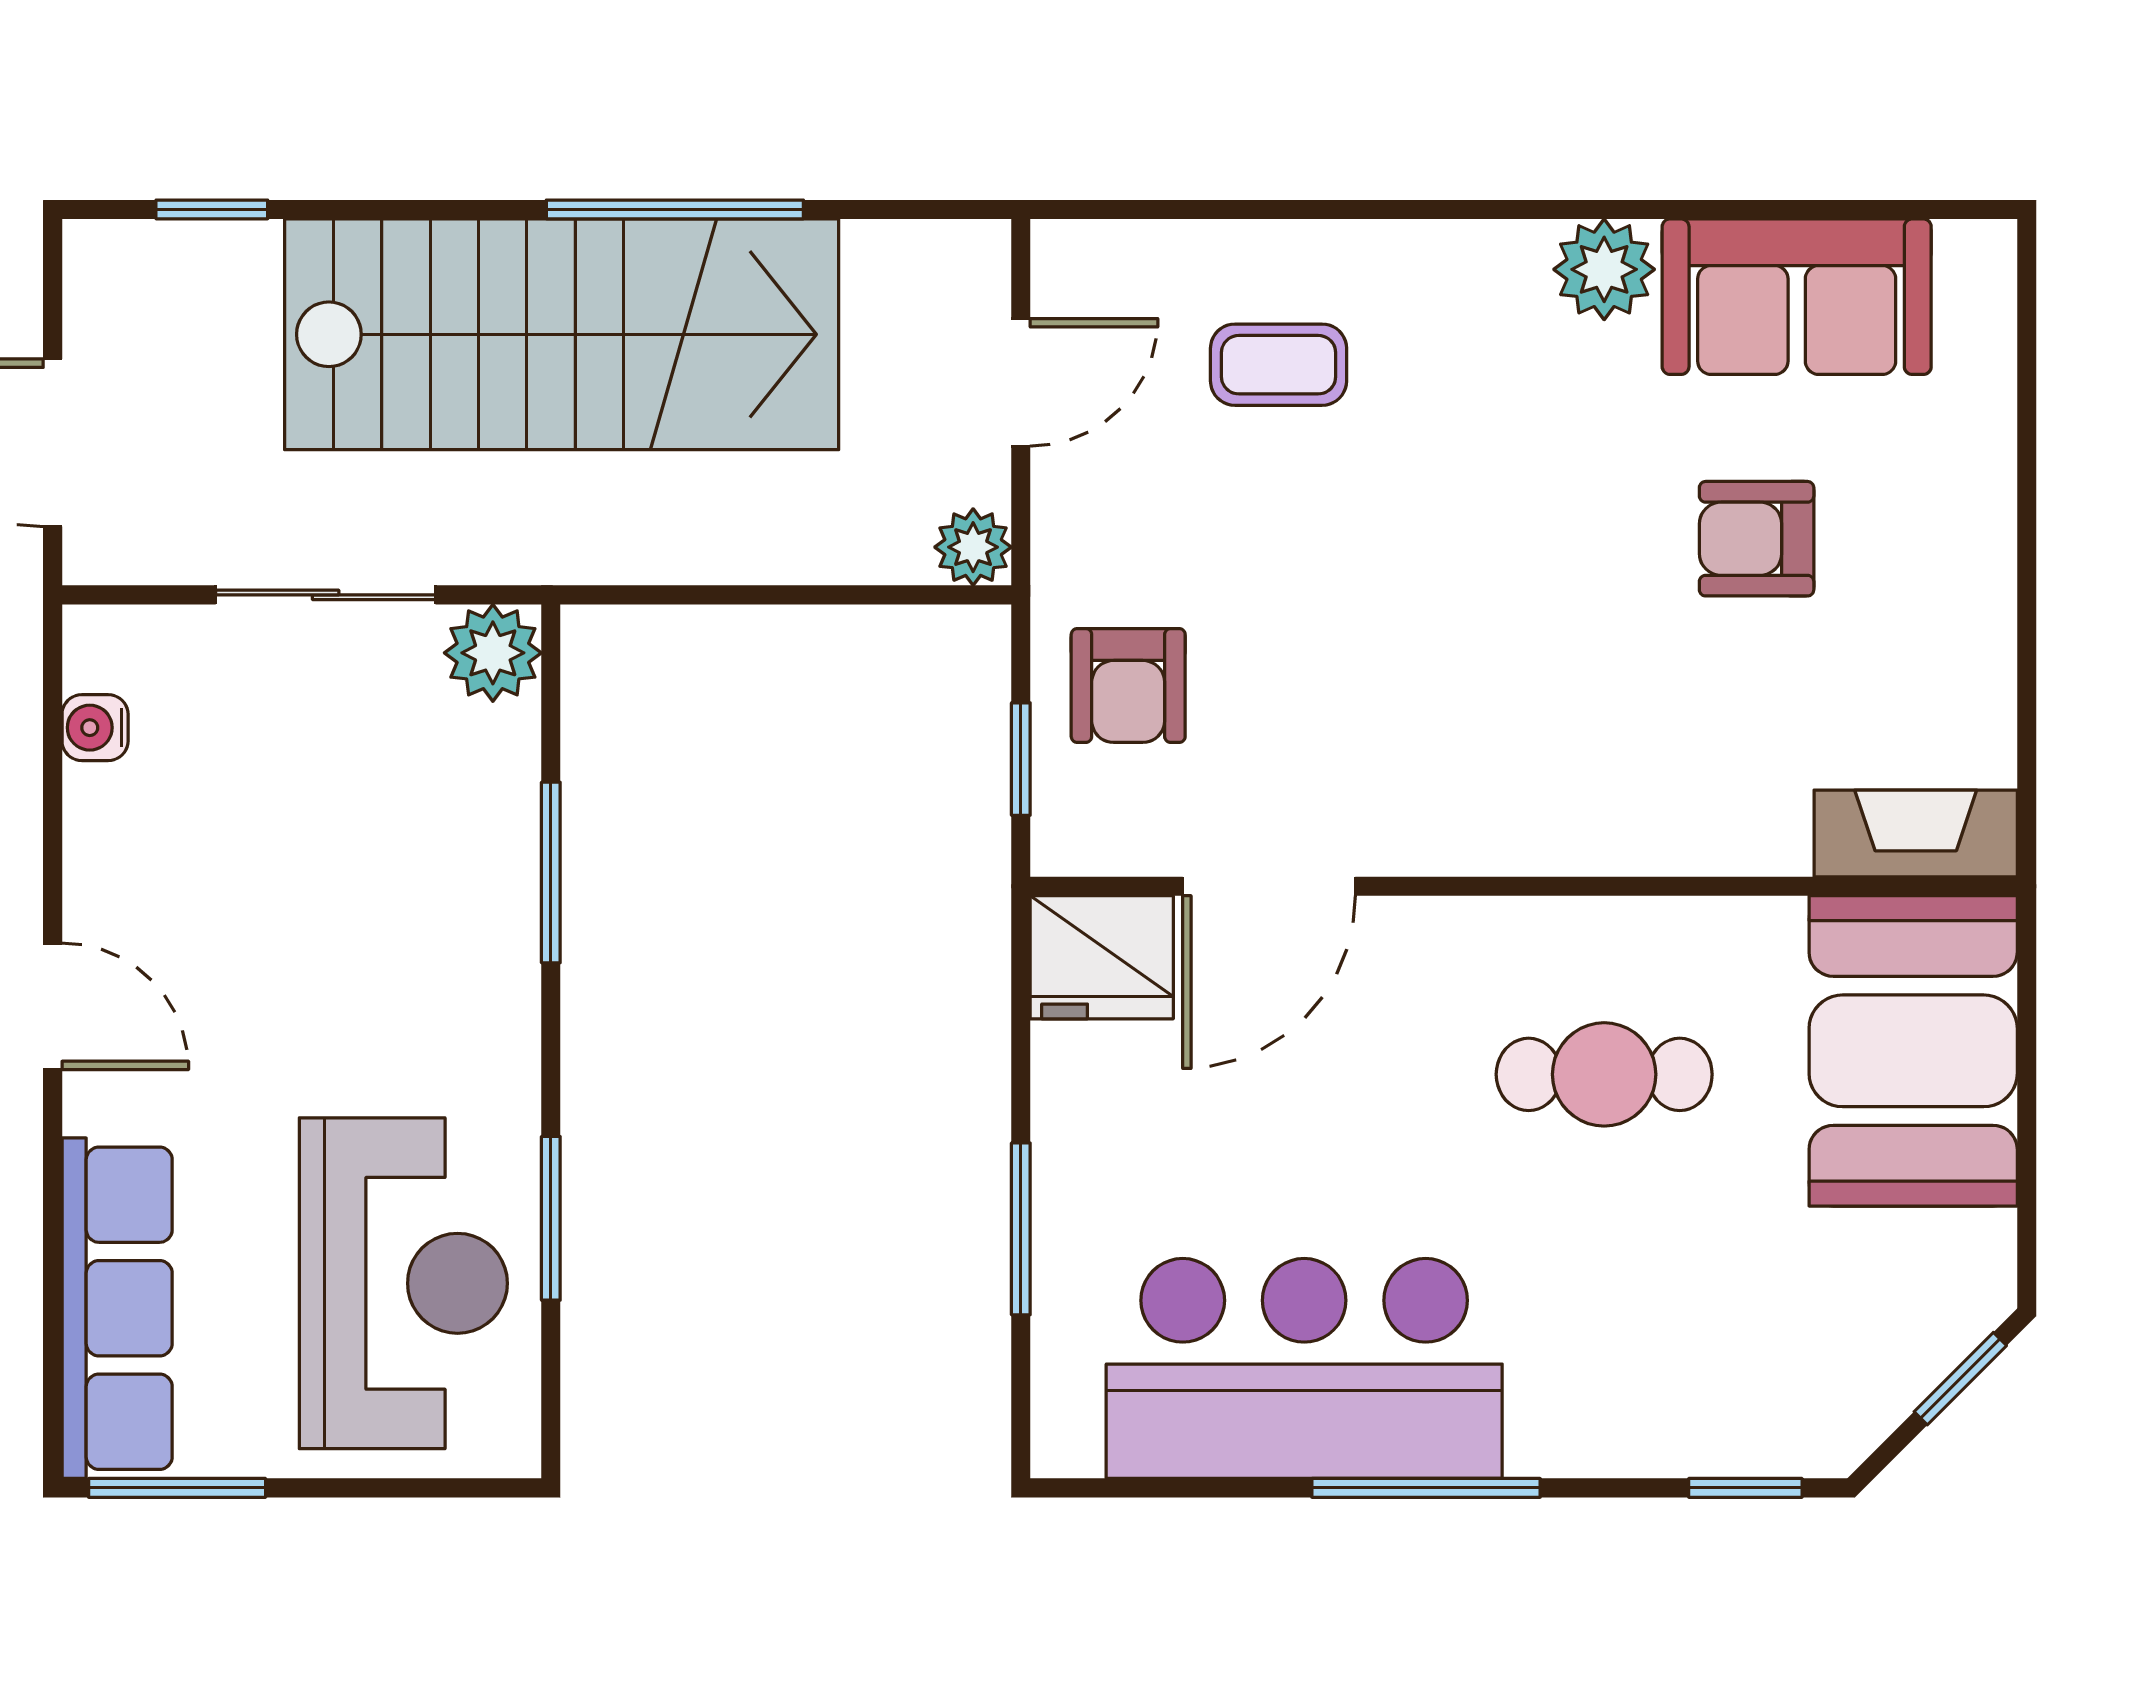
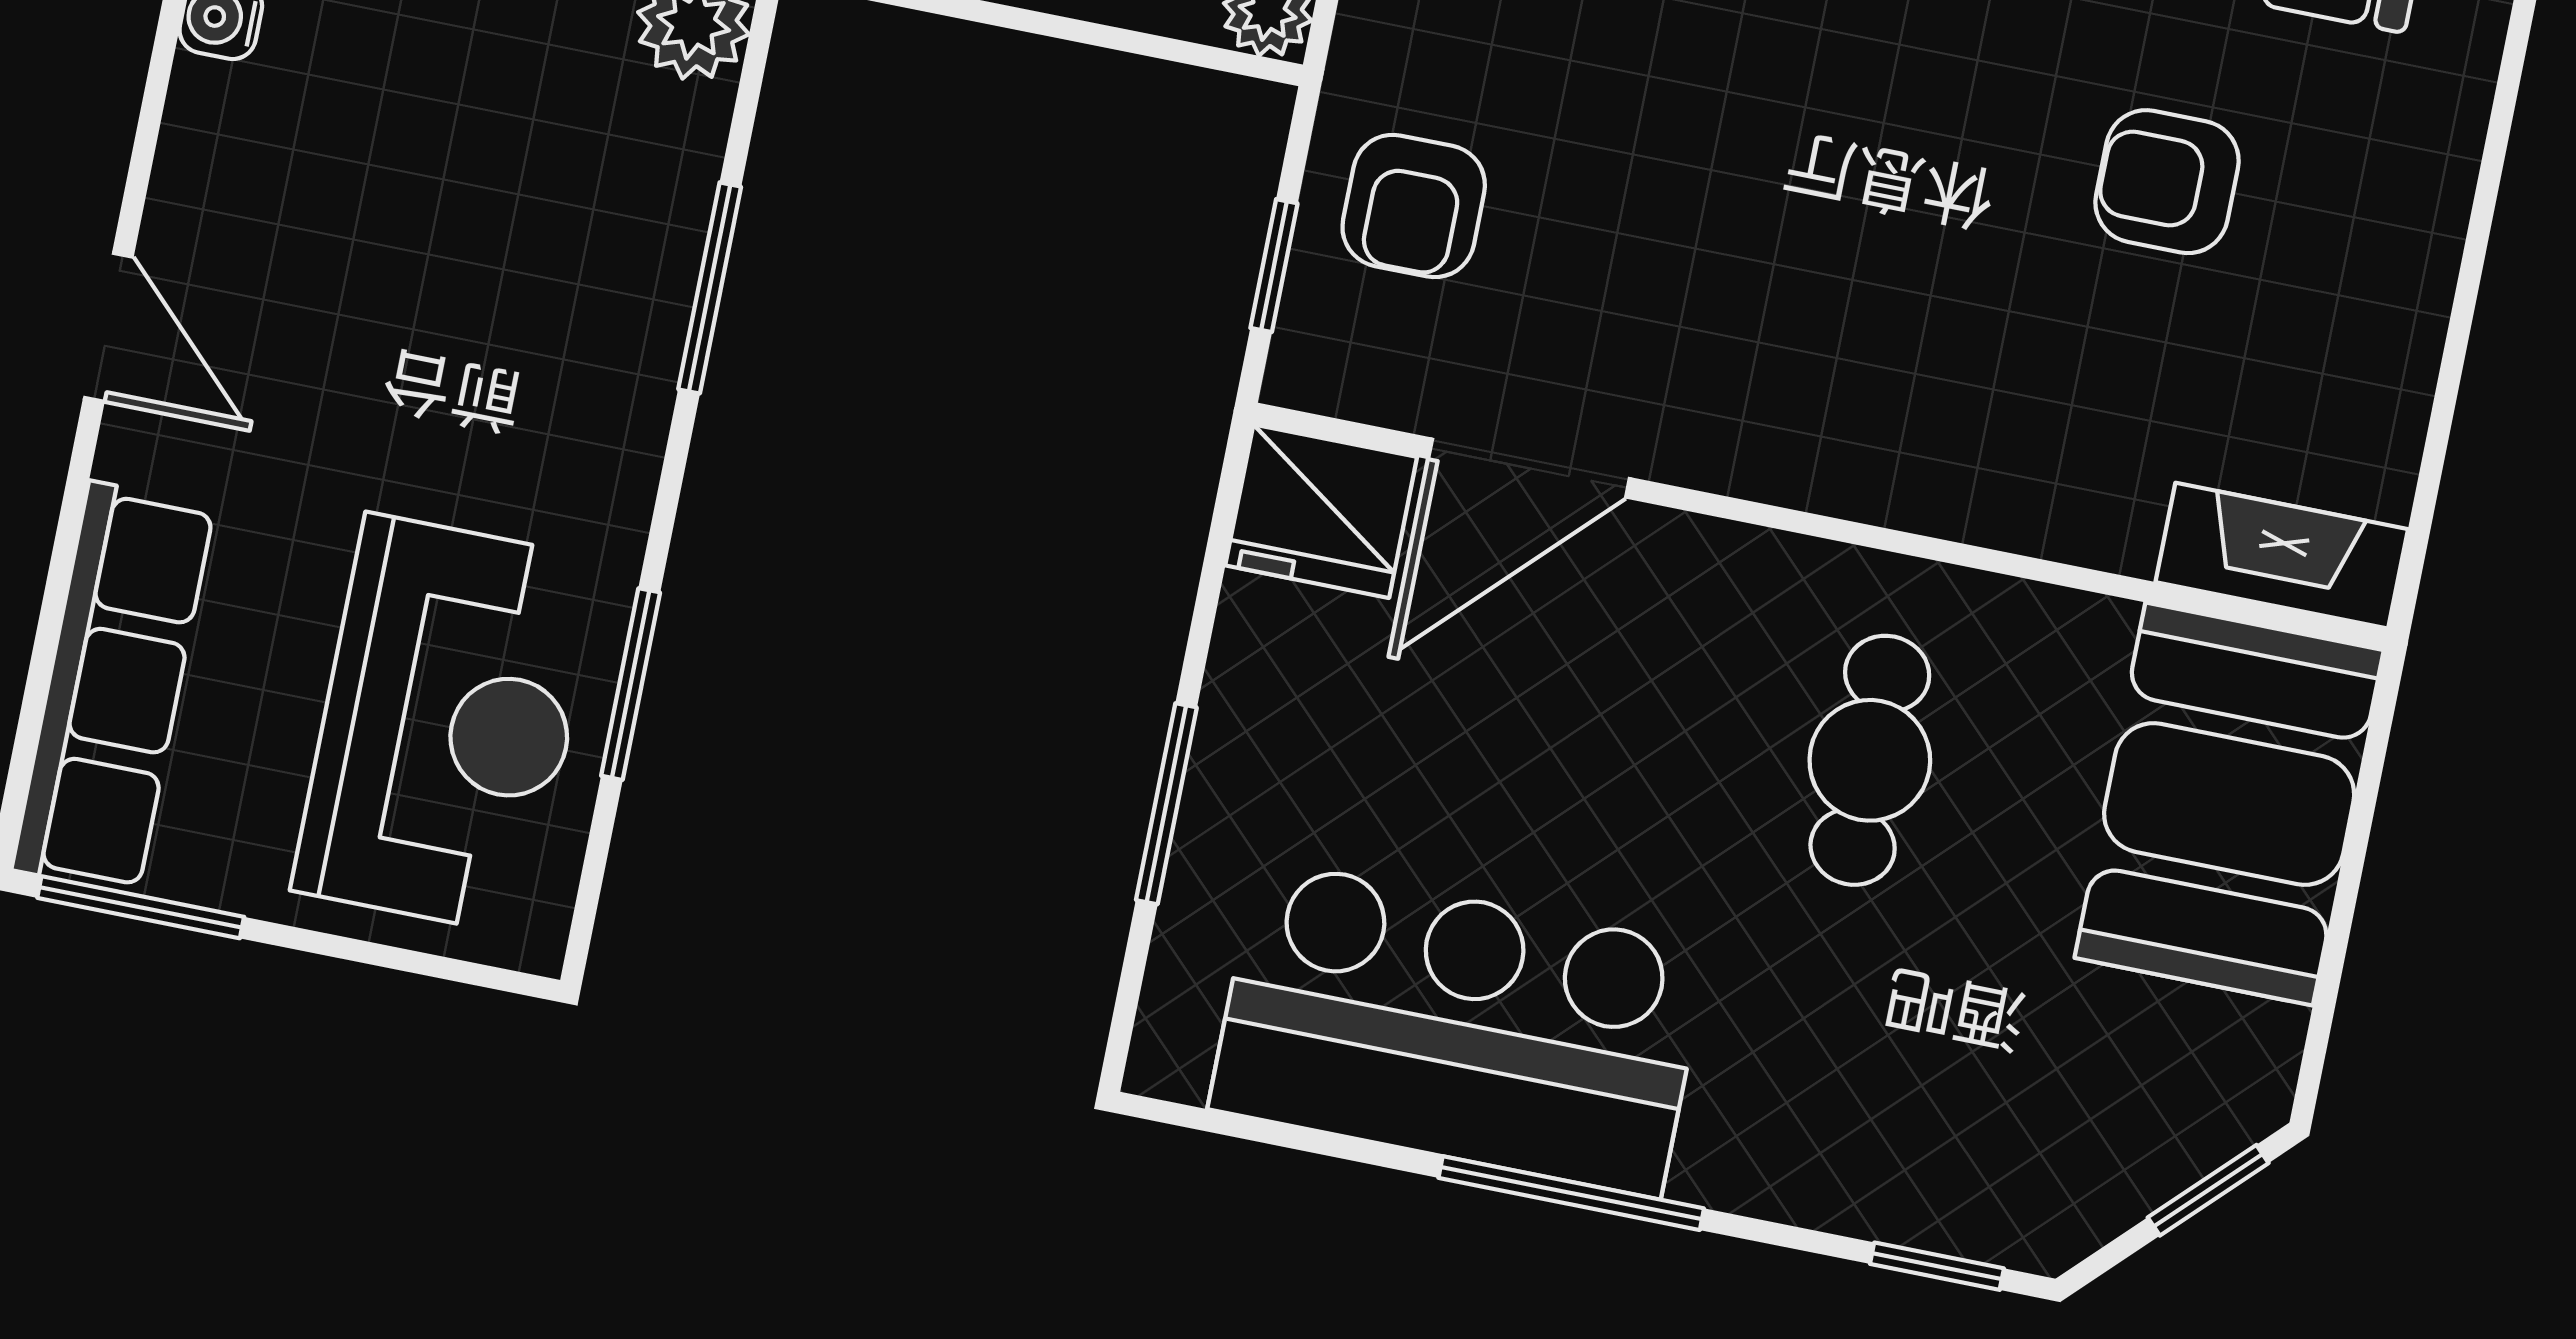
cafe table: (1604, 1074) -> (1870, 760), turned 90

